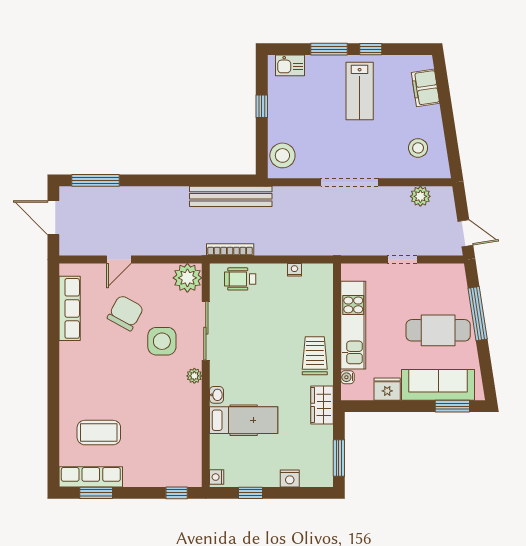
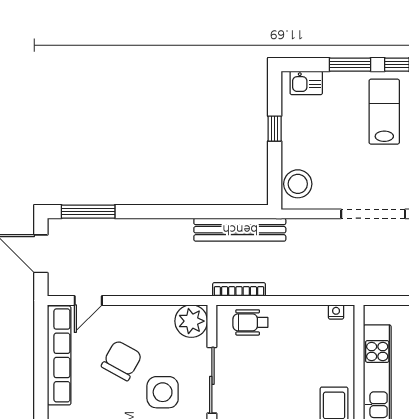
lab bench: (360, 91) -> (384, 112), turned 180
door: (119, 259) -> (88, 300), moved
nightstand: (294, 270) -> (336, 312), moved
row of seats: (70, 308) -> (59, 355), width x1.36

